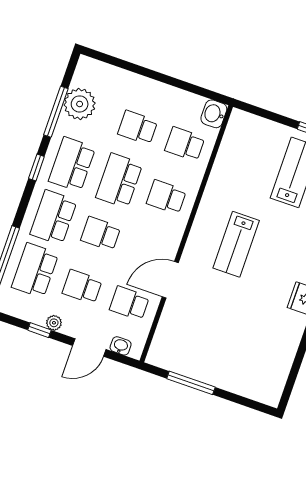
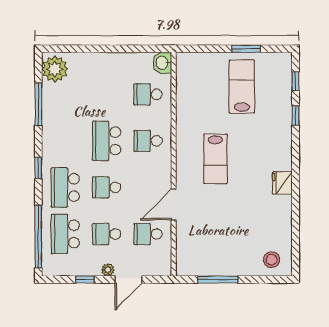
plant: (80, 104) -> (55, 69), moved
school desk: (138, 128) -> (107, 94), removed
school desk: (72, 164) -> (65, 141), removed
window: (36, 167) -> (38, 168), moved
plant: (54, 323) -> (108, 270), moved
washbasin: (121, 346) -> (153, 270), removed
stool: (260, 382) -> (272, 260), added

